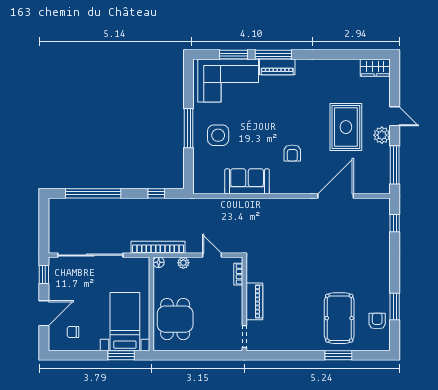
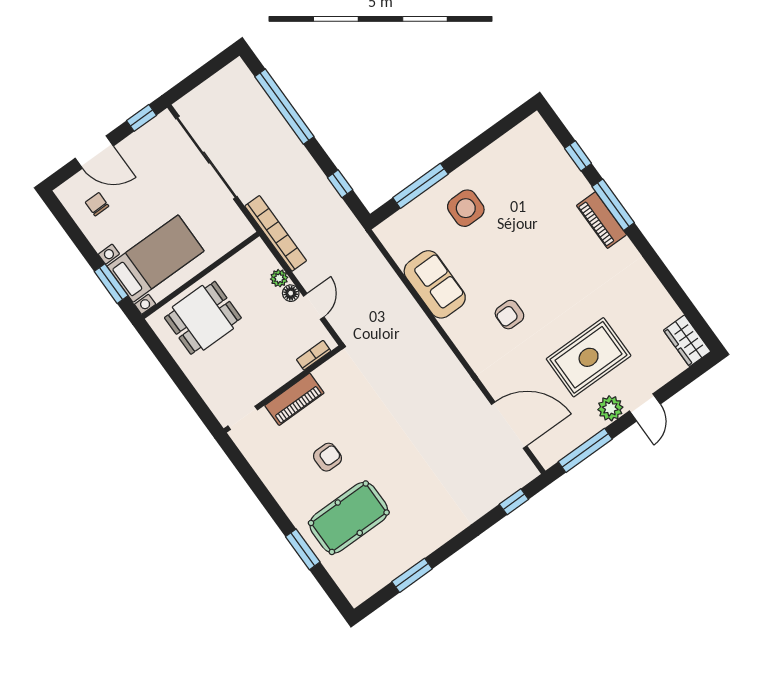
window: (234, 55) -> (578, 156), width x0.67
corner sofa: (228, 81) -> (541, 172), removed
window: (189, 128) -> (420, 186), moved
door: (336, 196) -> (509, 425), moved
floor lamp: (159, 262) -> (291, 293), moved
armchair: (377, 321) -> (327, 457), moved

